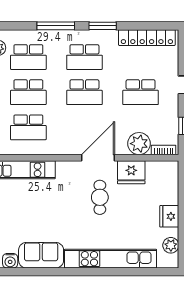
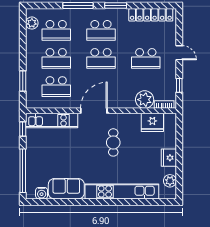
door: (98, 158) -> (94, 111), moved
fridge: (131, 172) -> (152, 122), moved

